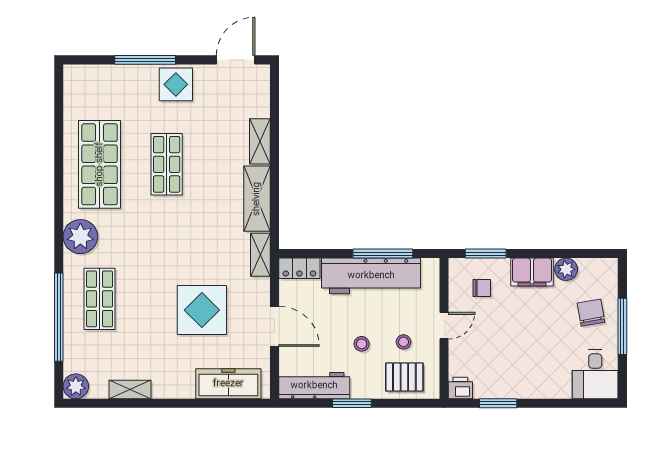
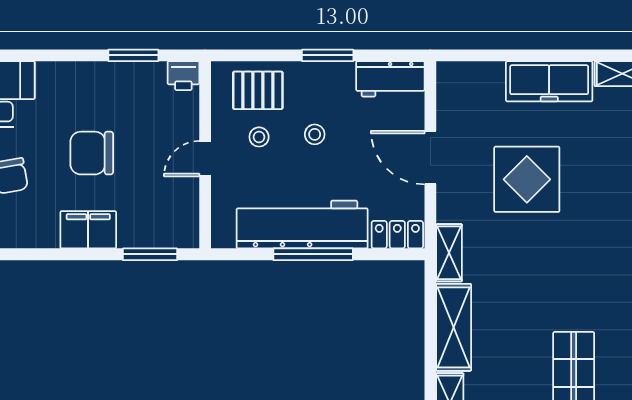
window: (383, 254) -> (313, 254), moved
plant: (566, 269) -> (43, 233), removed
chair: (482, 288) -> (92, 153), moved, width x1.87, depth x1.87
freezer: (228, 384) -> (549, 81), moved
workbench: (314, 386) -> (390, 79), width x0.73

